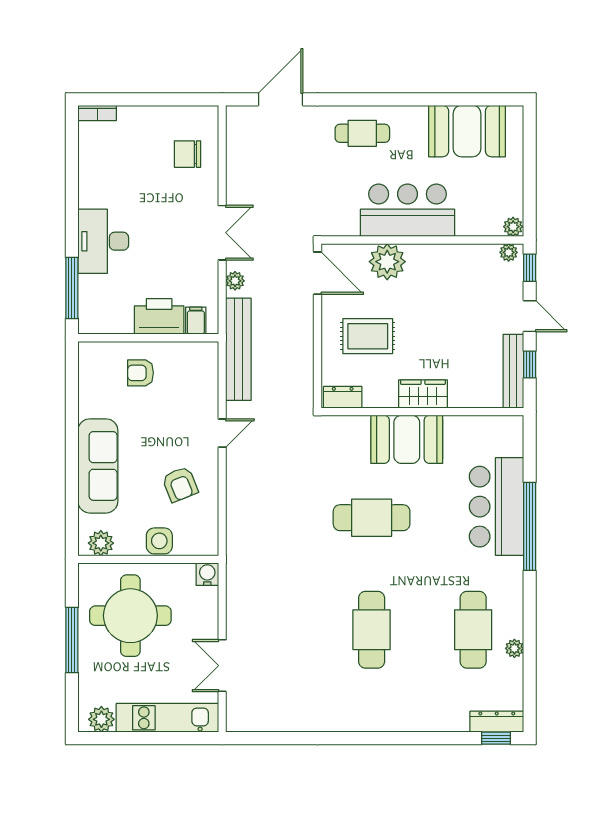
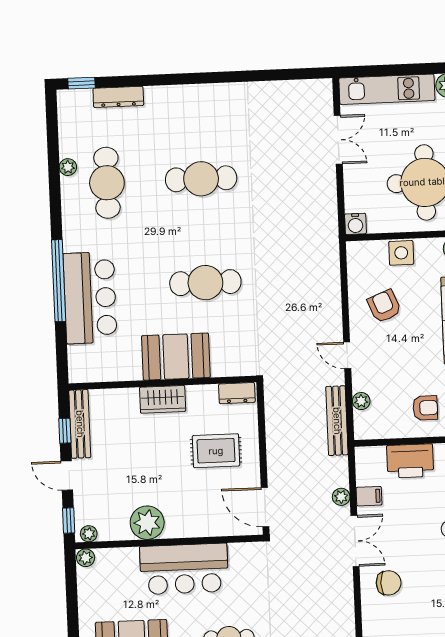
chair: (187, 154) -> (389, 583), moved
double door: (222, 233) -> (355, 541), swing flipped
plant: (387, 262) -> (147, 523), moved
filing cabinet: (196, 321) -> (369, 496), moved, turned -90
bench: (238, 349) -> (337, 421), width x0.73, depth x0.82
plant: (209, 383) -> (361, 401), added
door: (222, 433) -> (347, 355), hinge flipped
cafe table: (372, 630) -> (201, 179), turned 90
dresser: (497, 722) -> (118, 97), moved

